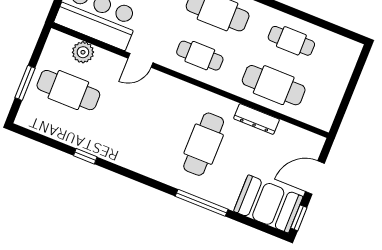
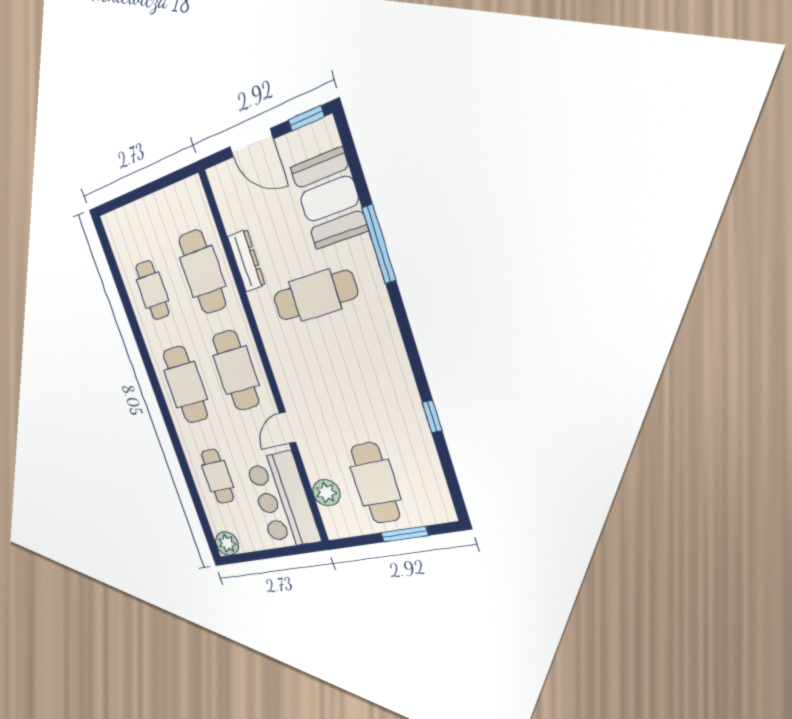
cafe table: (200, 56) -> (236, 370), width x1.37, depth x1.35
door: (140, 60) -> (288, 428), swing flipped
booth: (268, 204) -> (329, 199), moved

